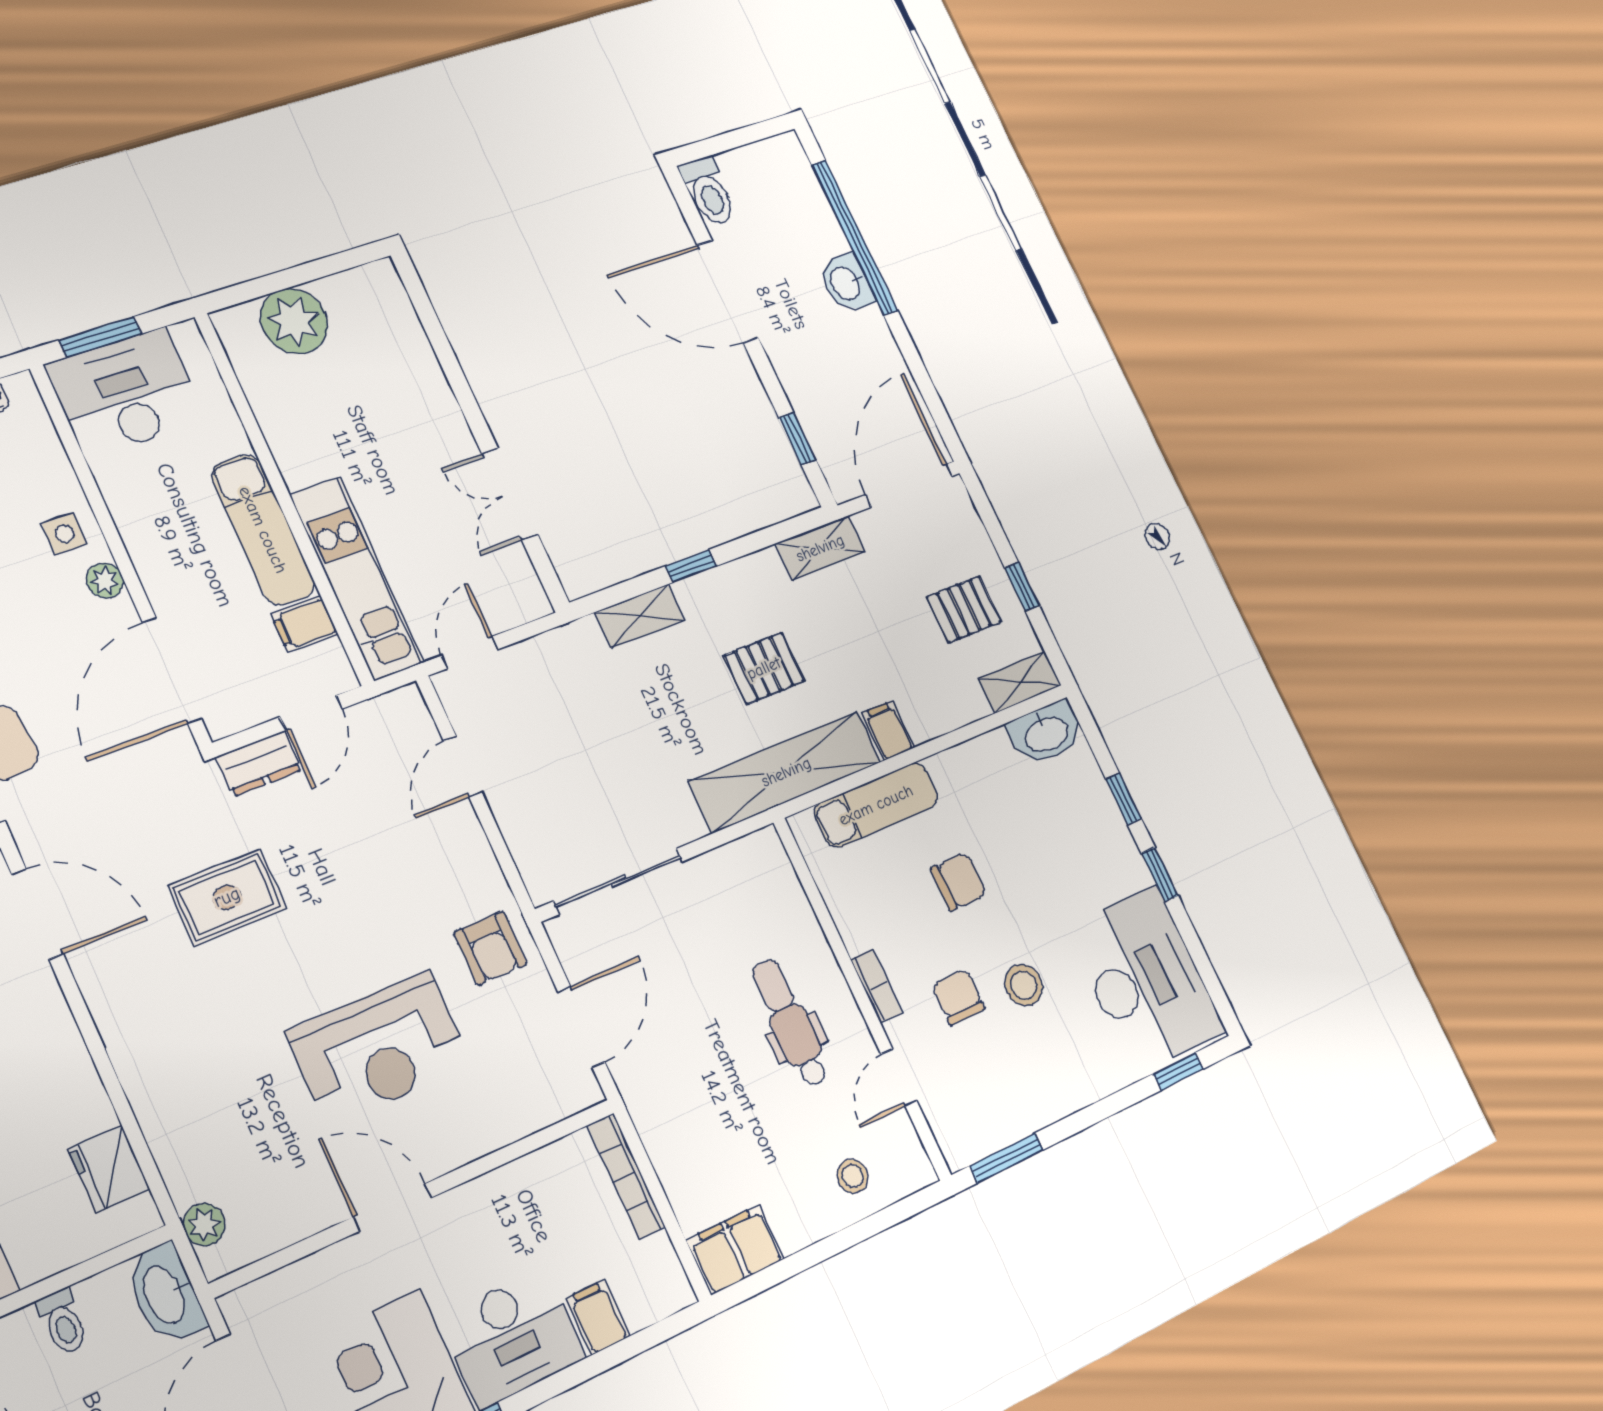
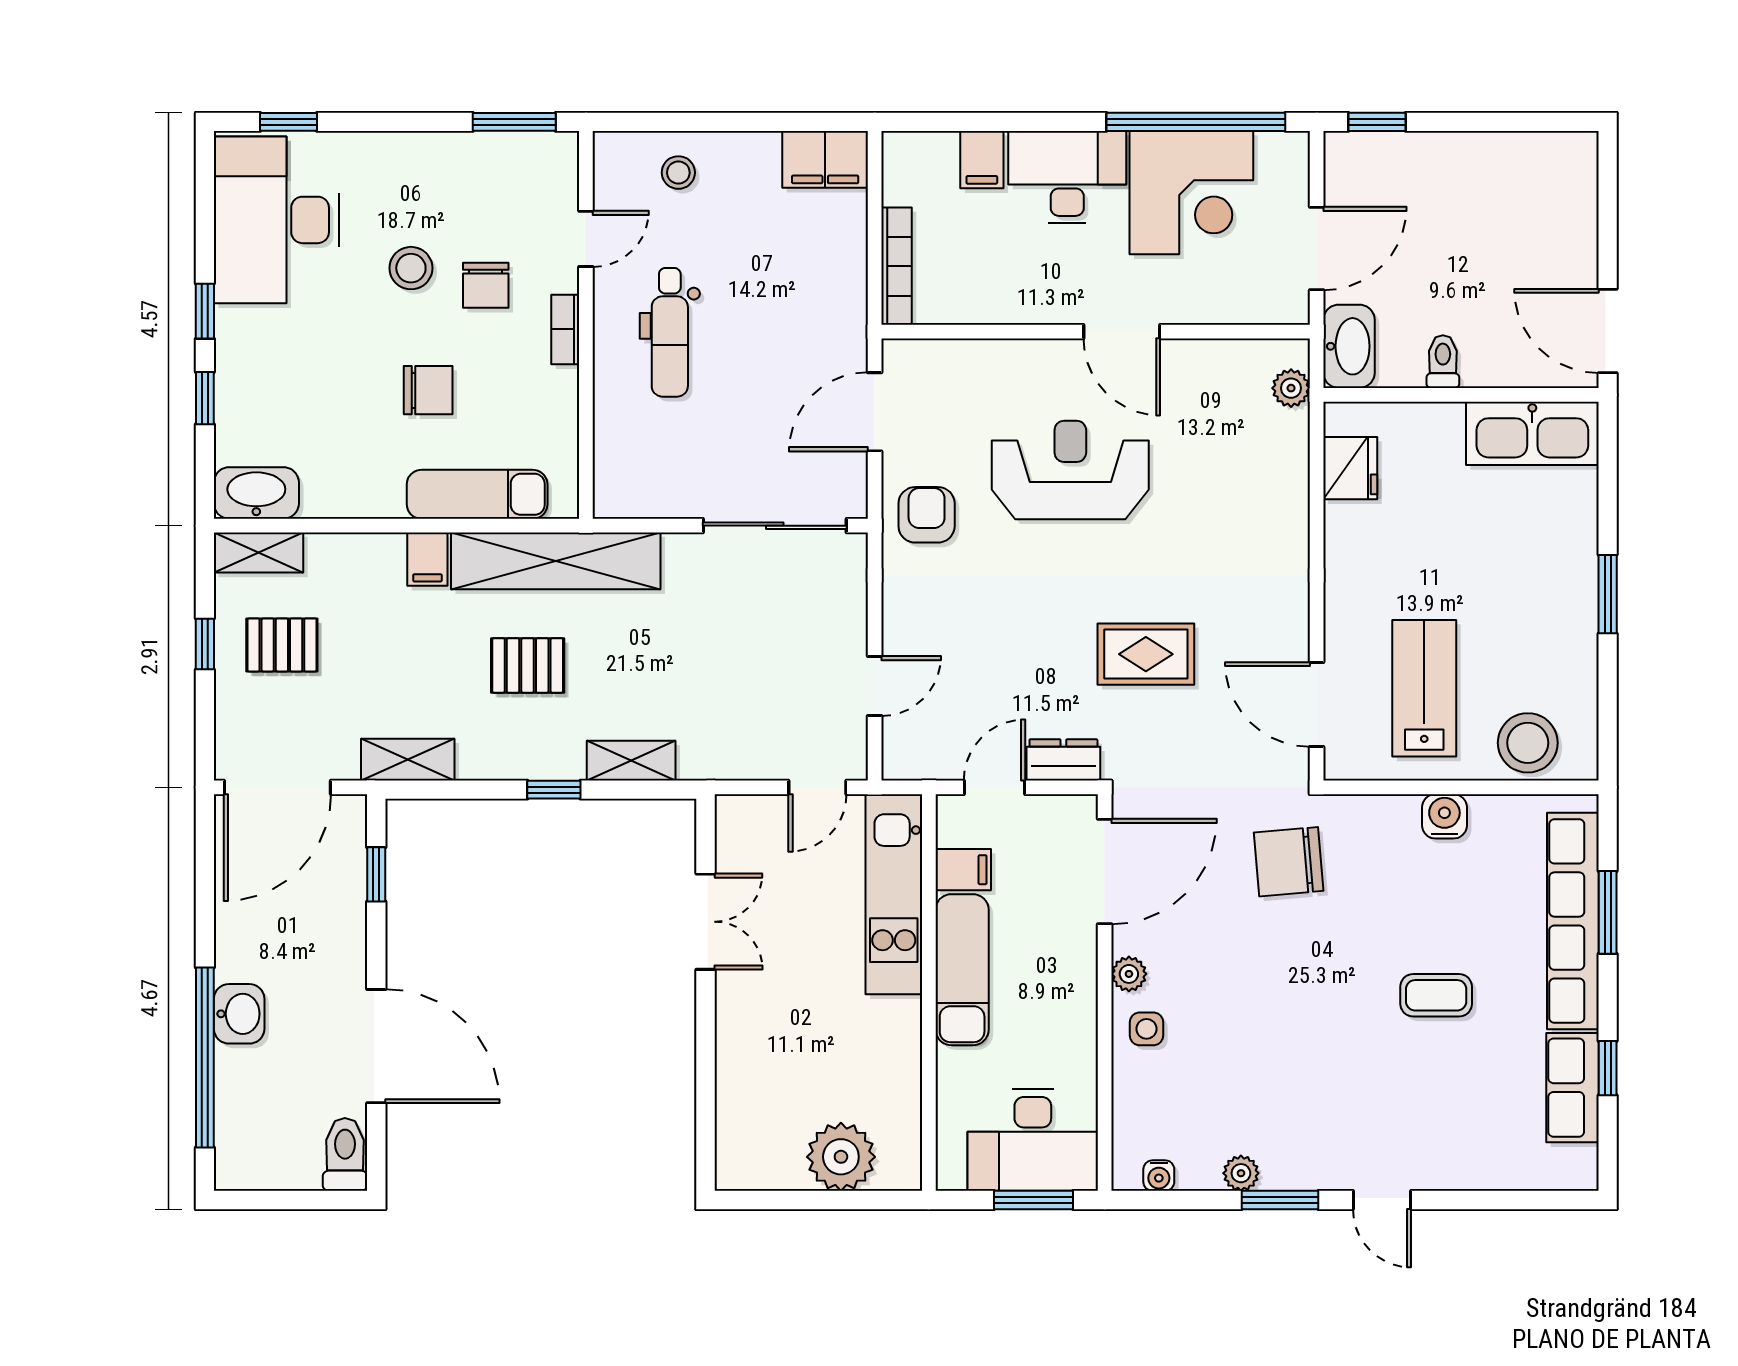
chair: (959, 882) -> (428, 390), turned 180

